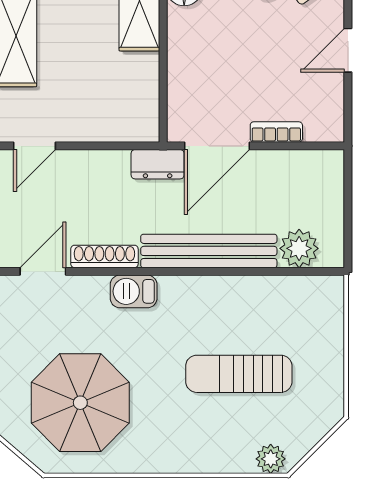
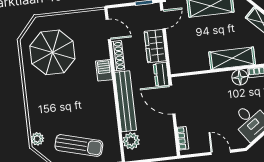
bookcase: (276, 132) -> (183, 138), moved
door: (34, 146) -> (163, 19), swing flipped
wardrobe: (92, 170) -> (155, 46), added
sun lounger: (239, 374) -> (79, 145), moved, turned 105

